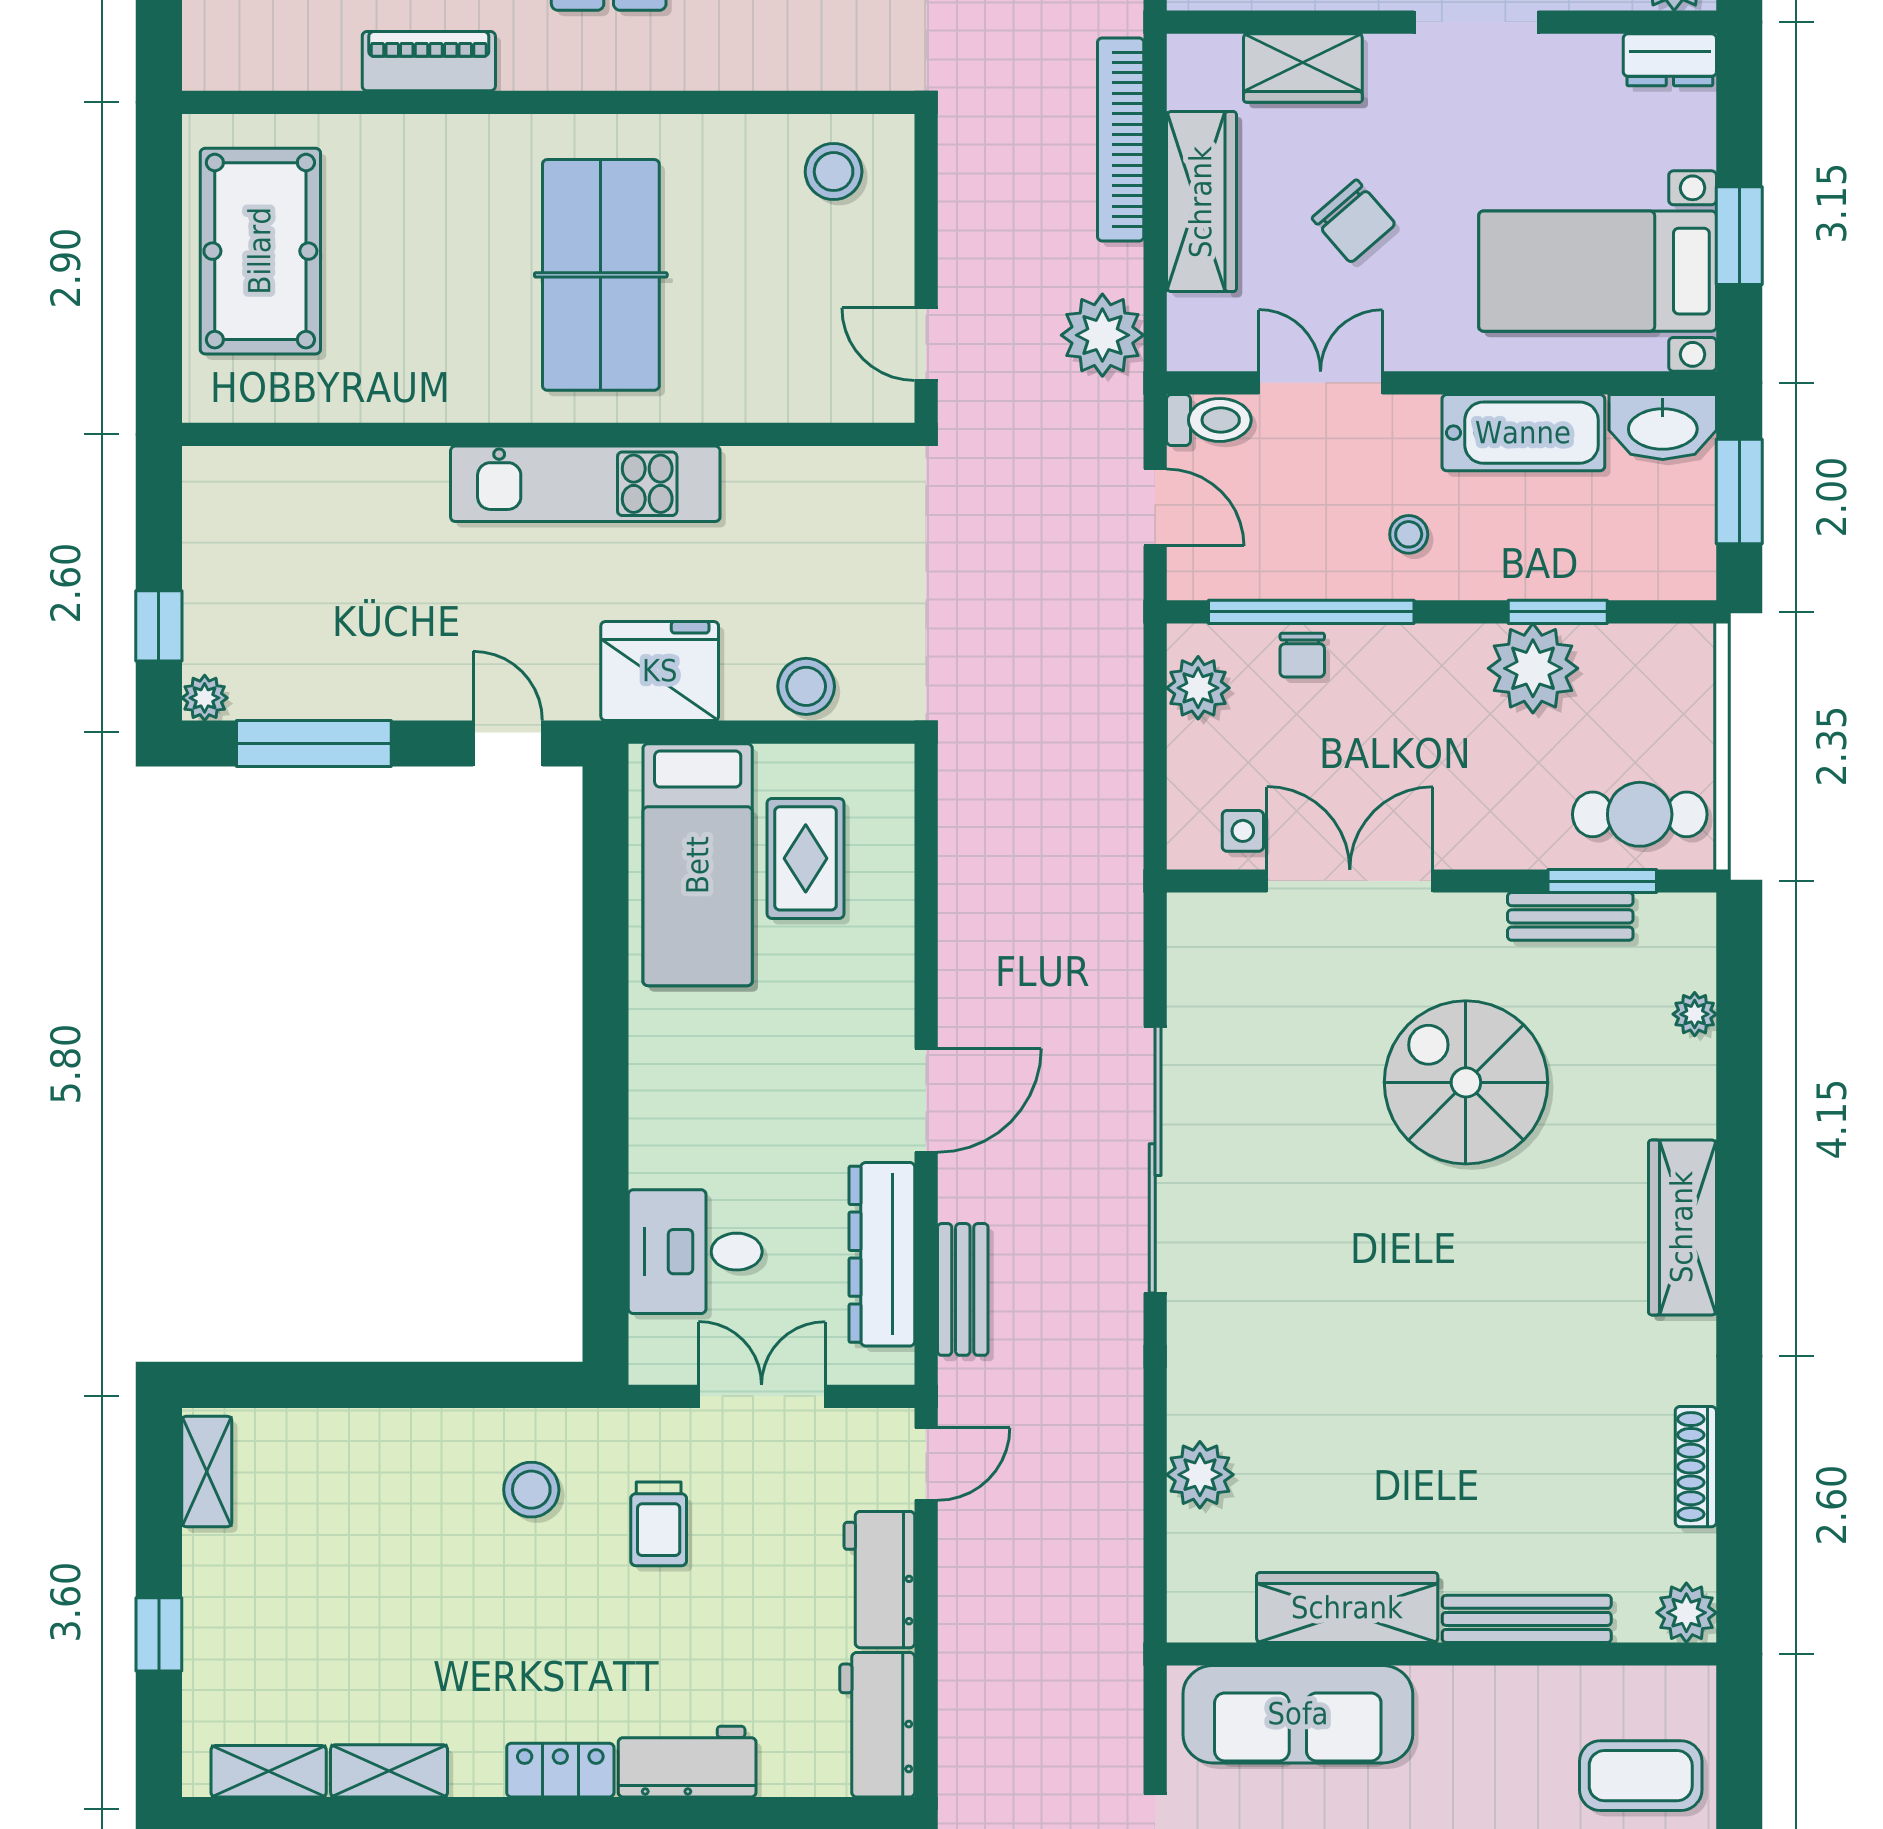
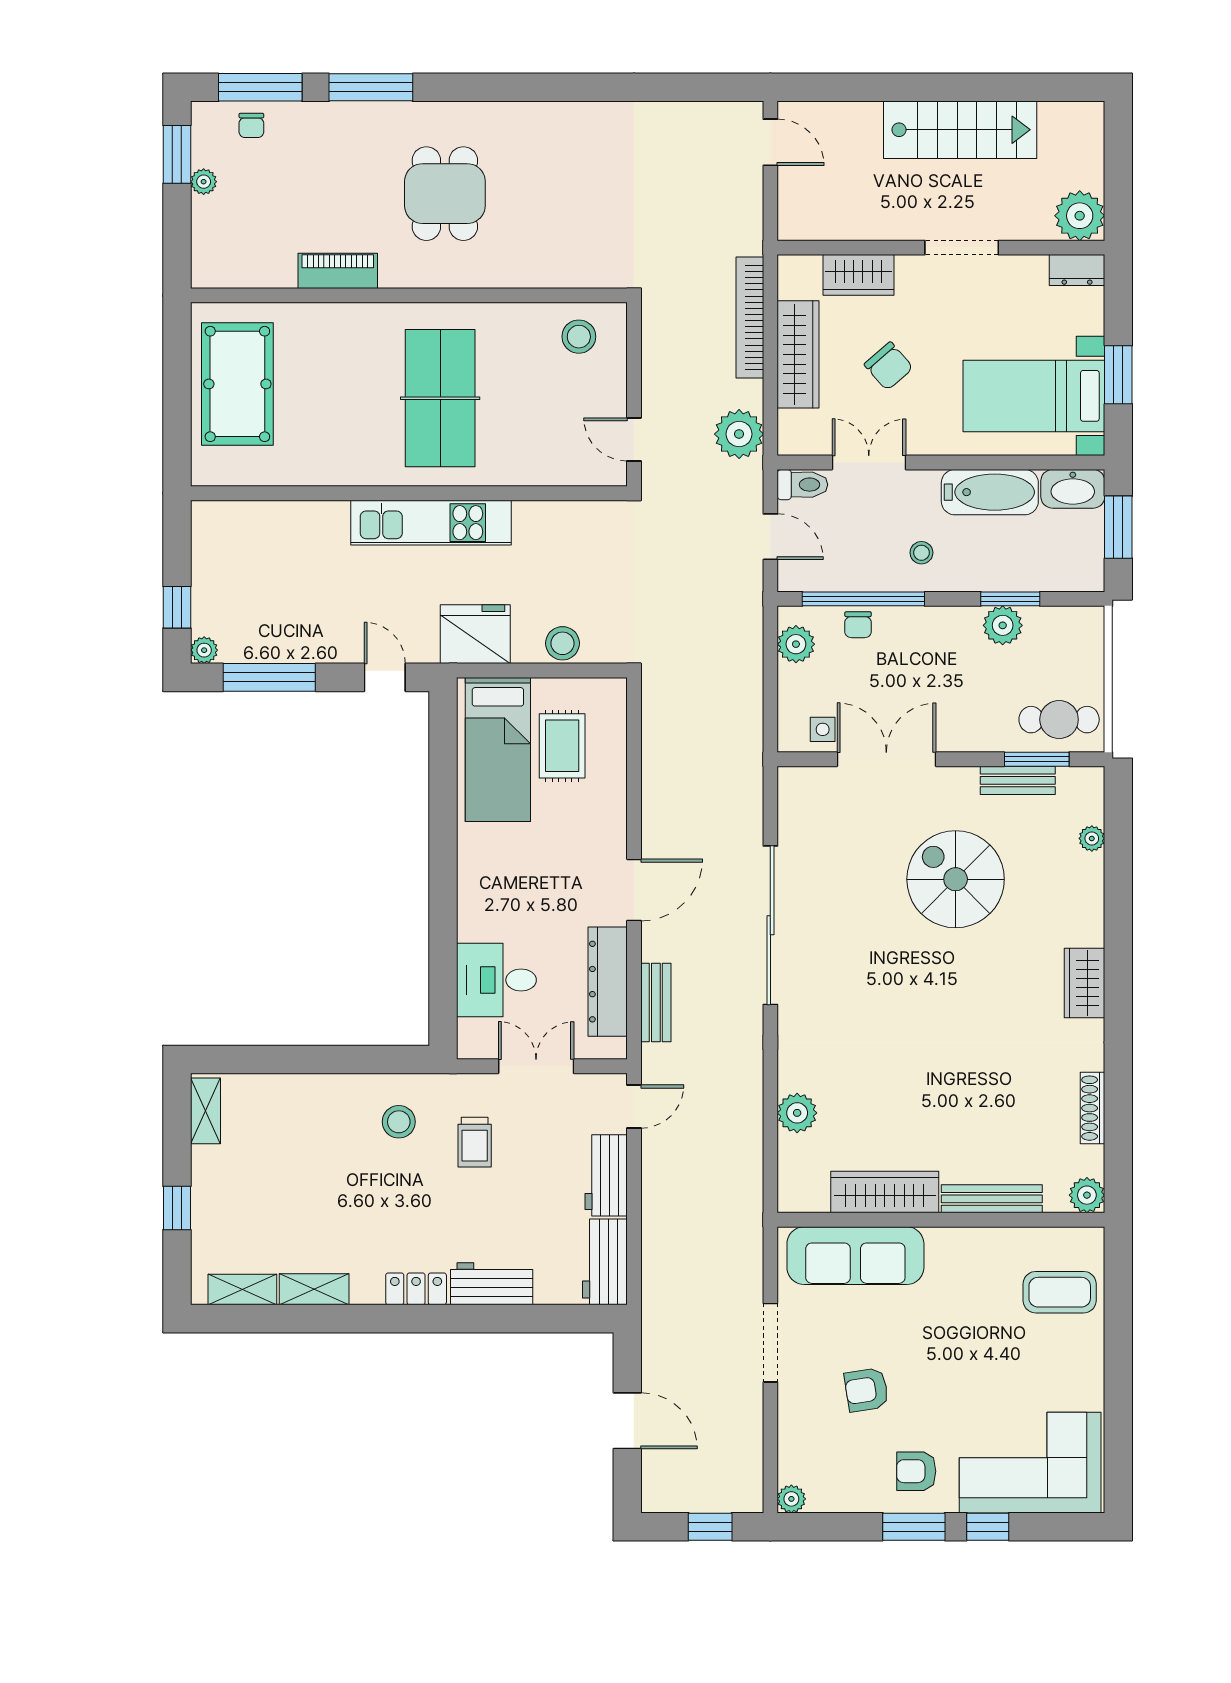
plant: (1533, 668) -> (1003, 625), width x0.73, depth x0.73
wardrobe: (1682, 1227) -> (1085, 983), width x0.67

